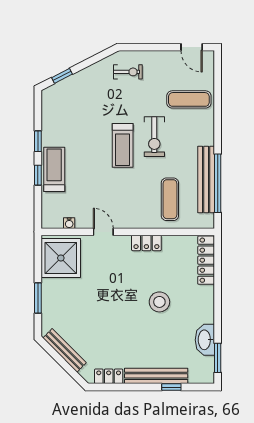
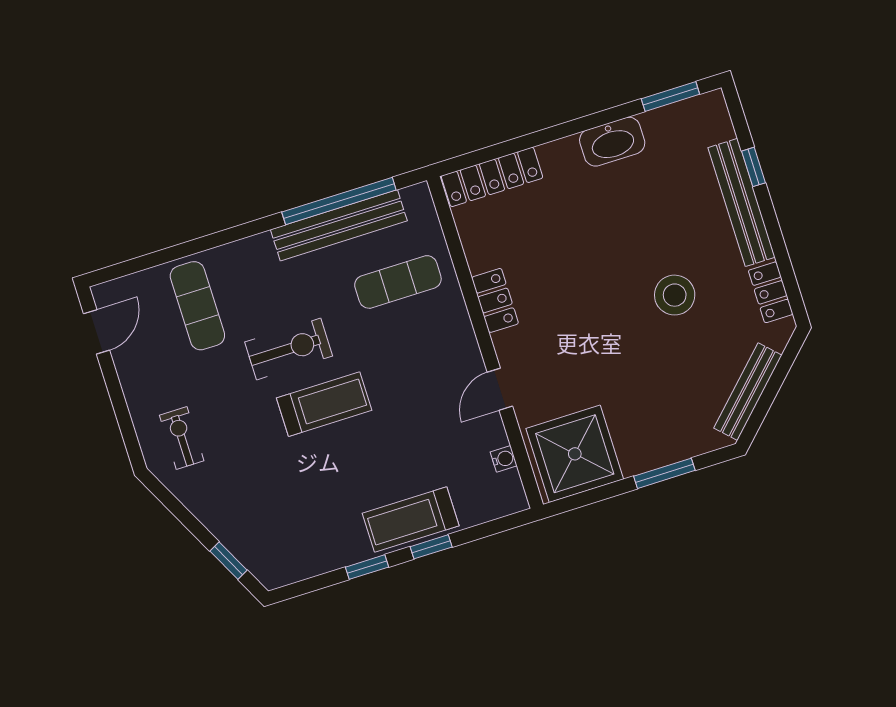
stool: (159, 302) -> (675, 295), moved
washbasin: (205, 340) -> (612, 142), moved

